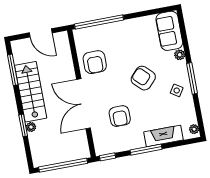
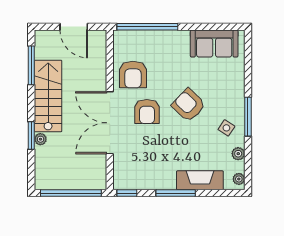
sofa: (169, 31) -> (214, 43), moved, turned -90
plant: (180, 55) -> (238, 154), moved
armchair: (120, 116) -> (147, 112), moved

